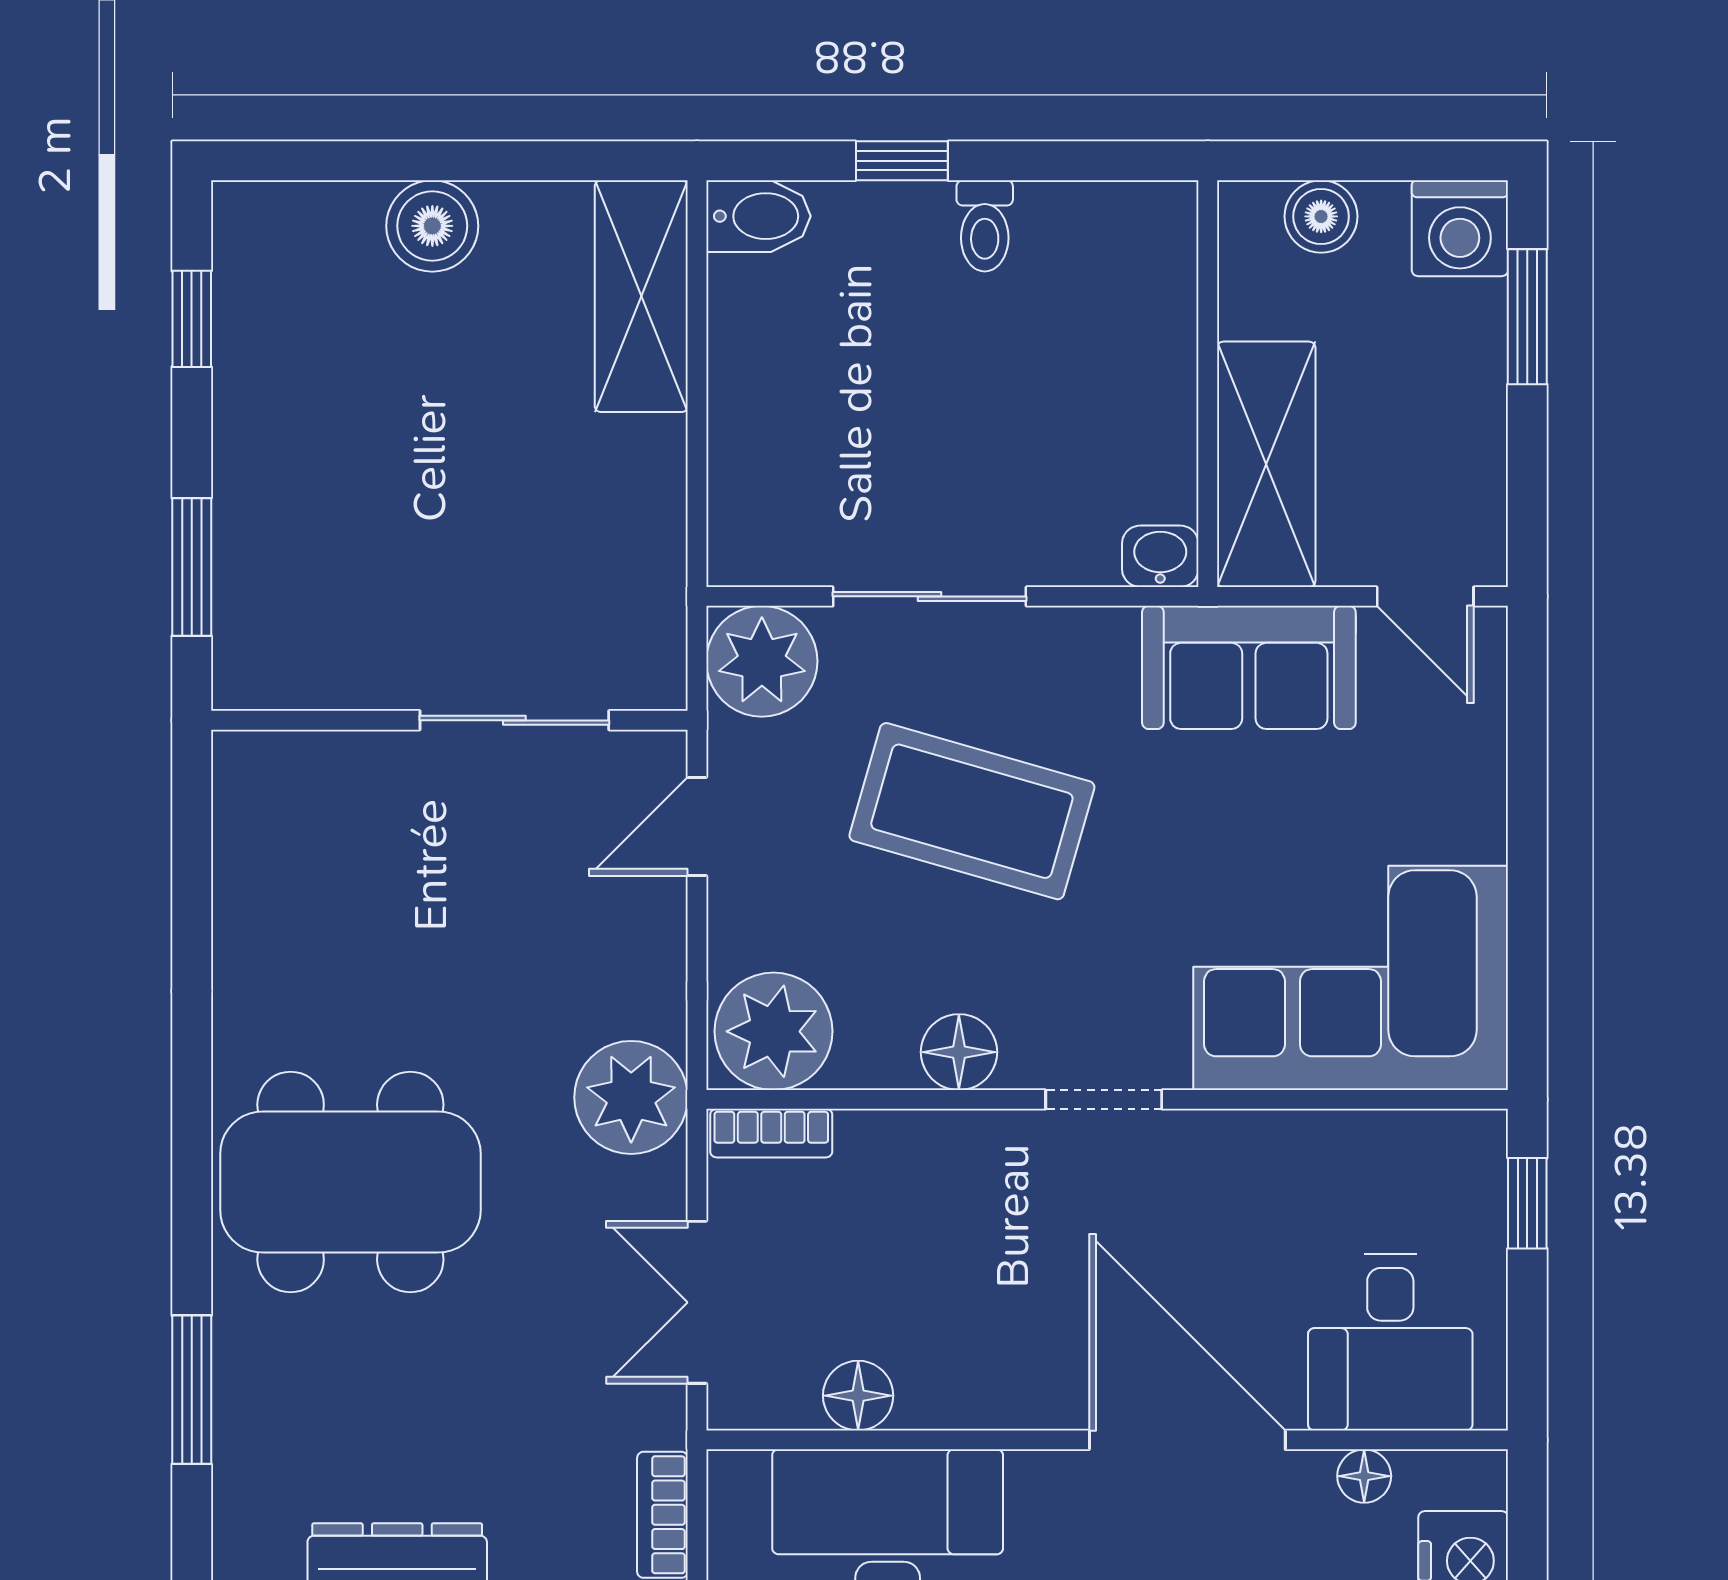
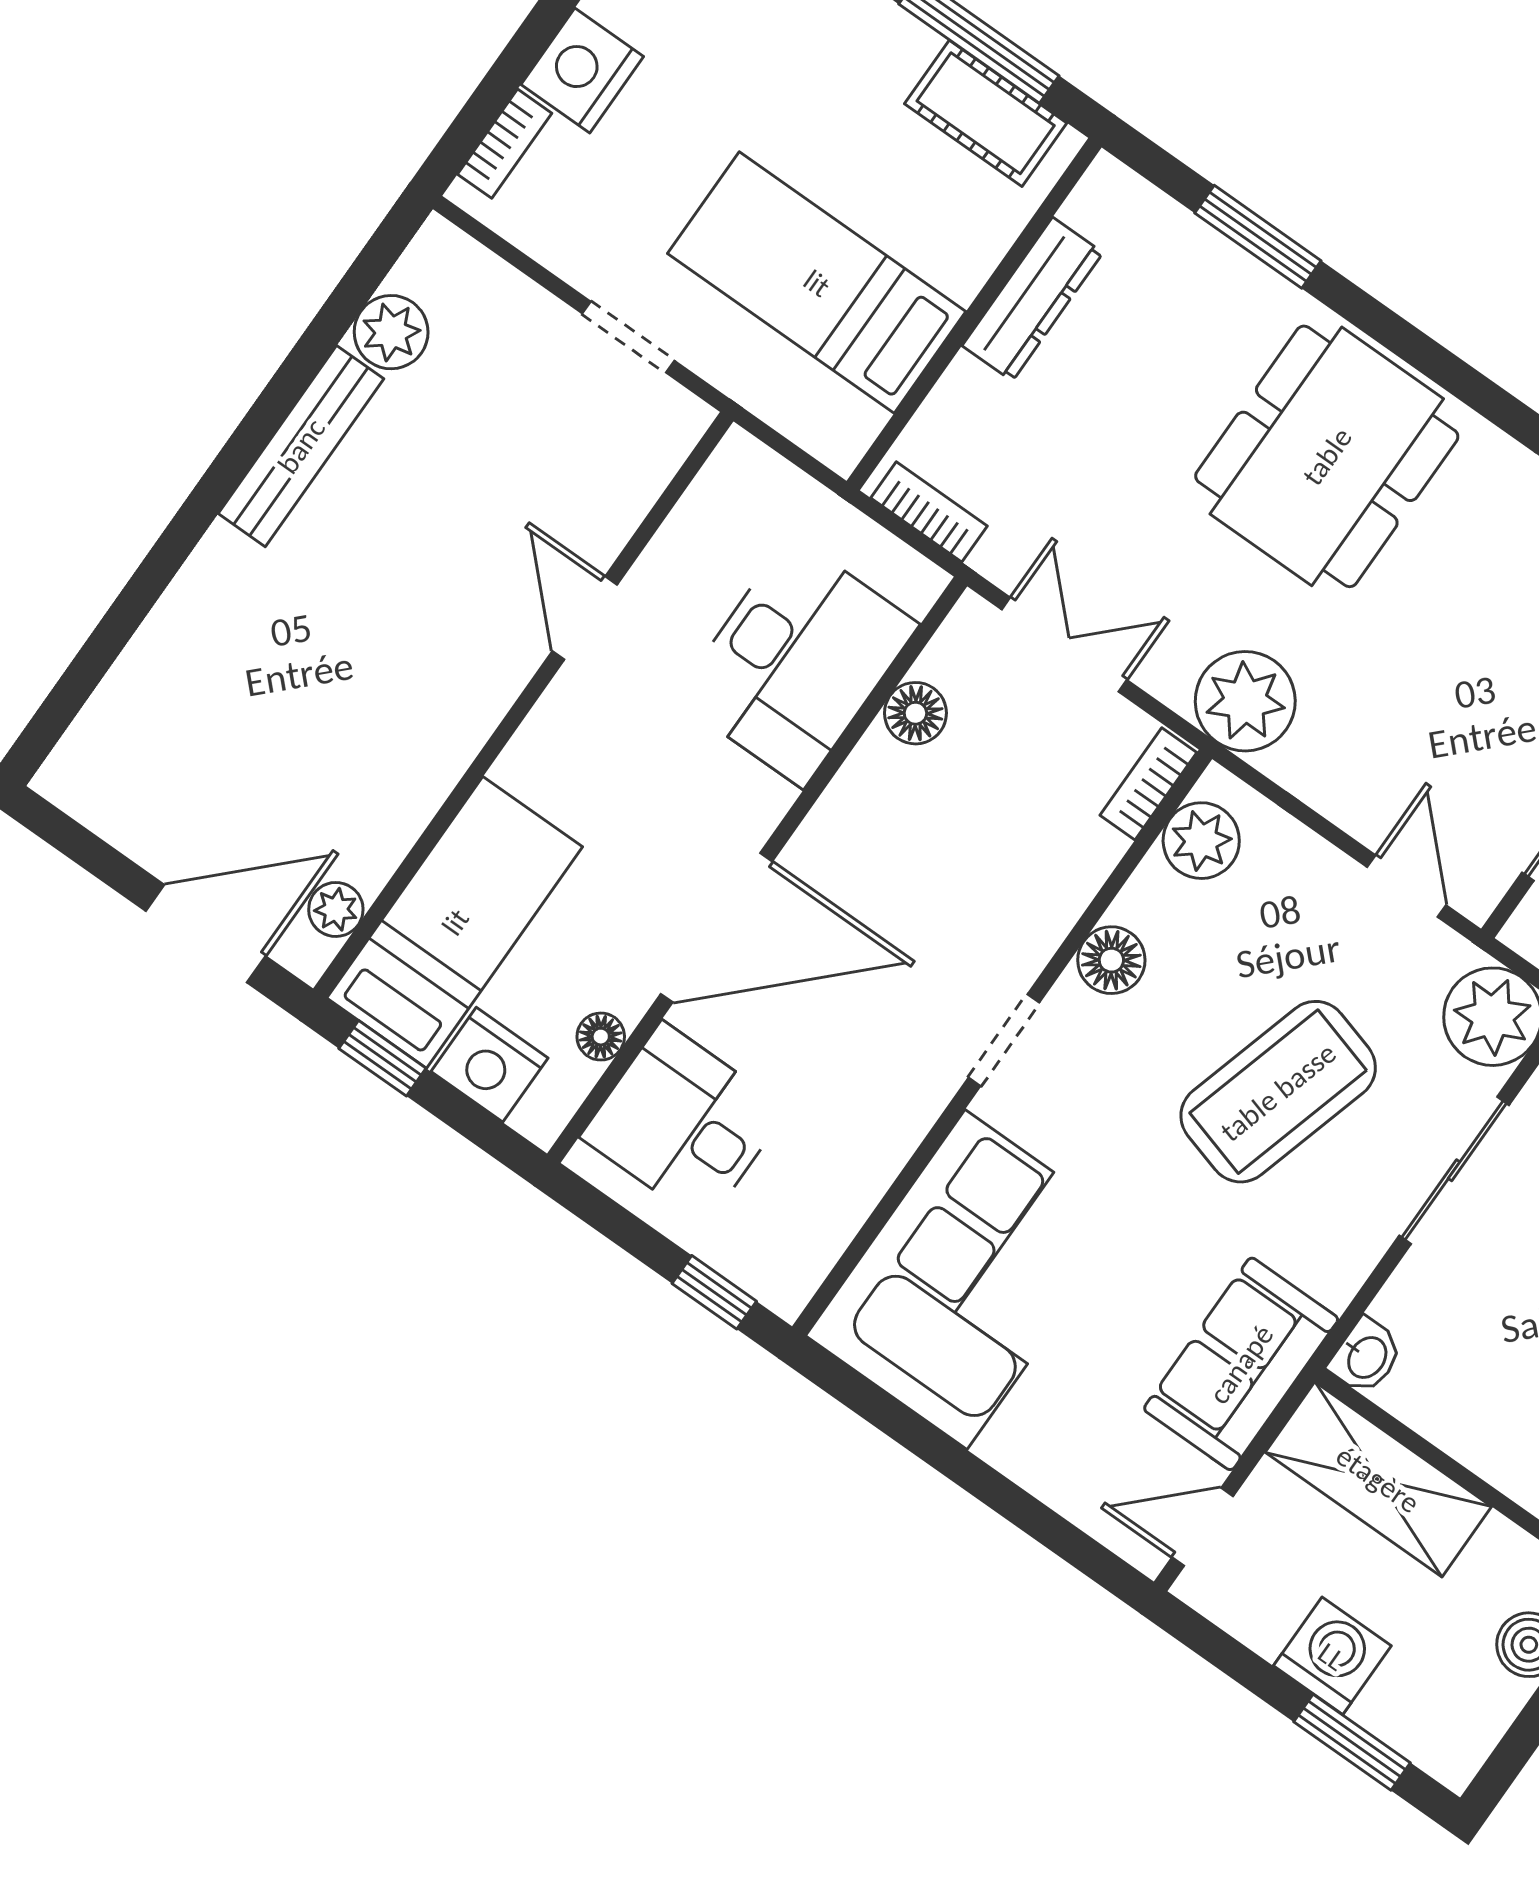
washing machine: (1460, 228) -> (1332, 1656), moved, turned 90
plant: (773, 1031) -> (1201, 841), width x0.73, depth x0.73

